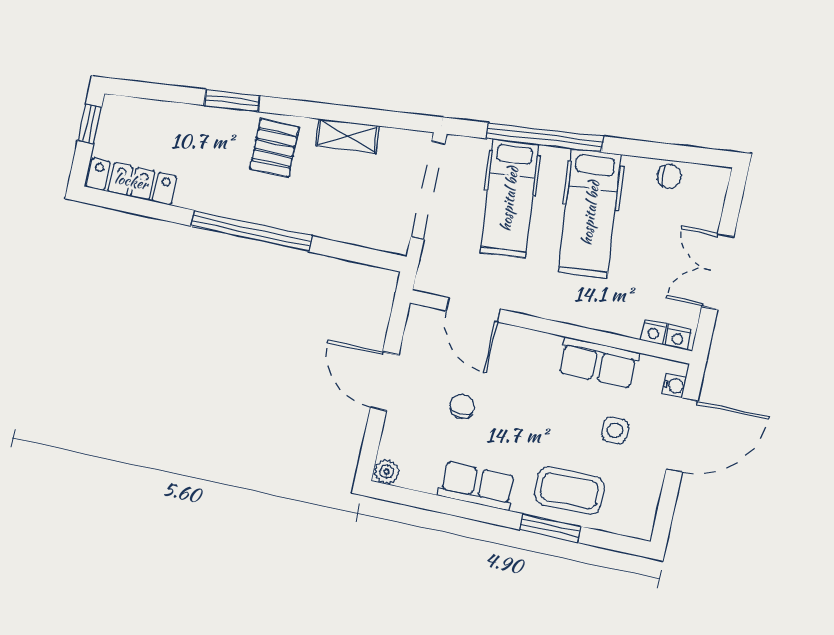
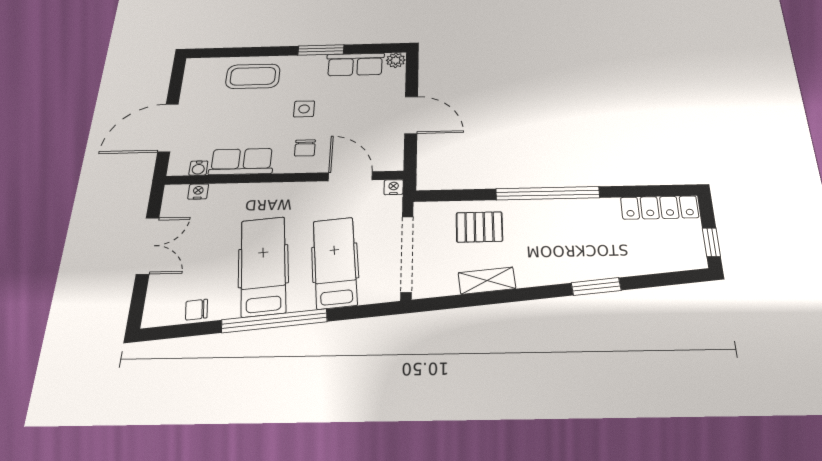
window: (545, 137) -> (274, 321), moved
pallet: (274, 148) -> (479, 227), moved, turned 90
nightstand: (678, 337) -> (394, 187), moved
water cooler: (674, 385) -> (198, 168), moved, turned -90
chair: (462, 406) -> (305, 148), moved
side table: (615, 430) -> (304, 109), moved
row of seats: (477, 486) -> (355, 64), moved
window: (550, 528) -> (321, 50), moved

